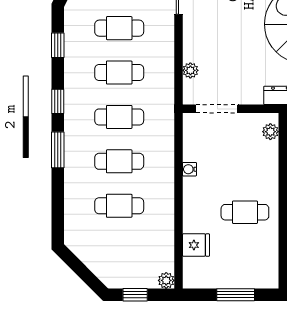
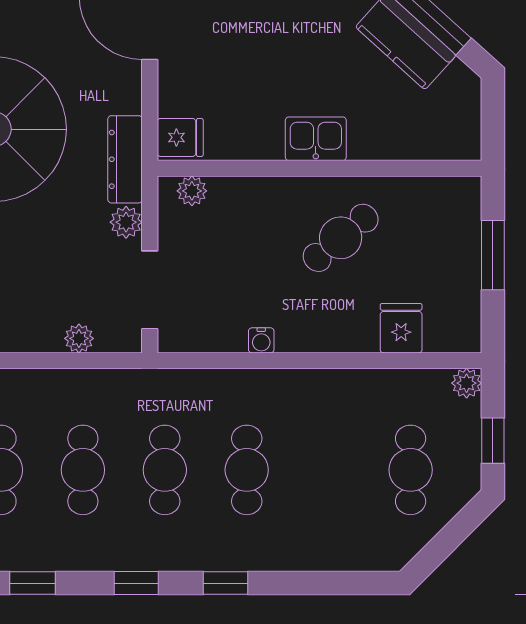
plant: (253, 96) -> (126, 222), added
window: (58, 150) -> (226, 583), width x0.67
cafe table: (119, 206) -> (411, 470), moved
cafe table: (245, 212) -> (341, 238), turned 50

